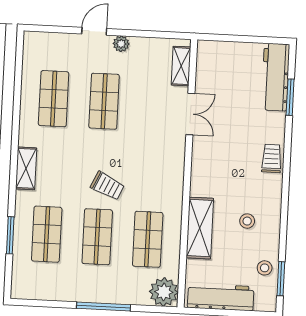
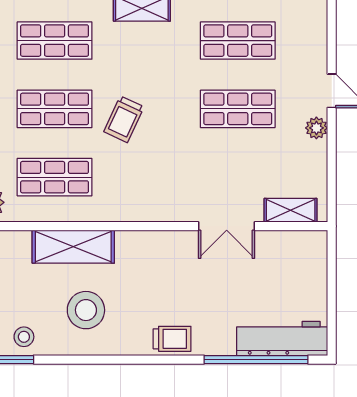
window: (290, 97) -> (256, 360), width x2.11
stool: (247, 221) -> (86, 310), width x1.89, depth x1.89

